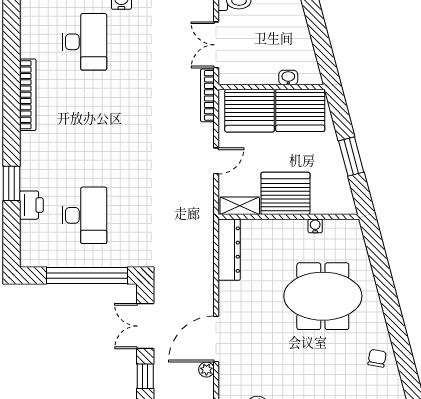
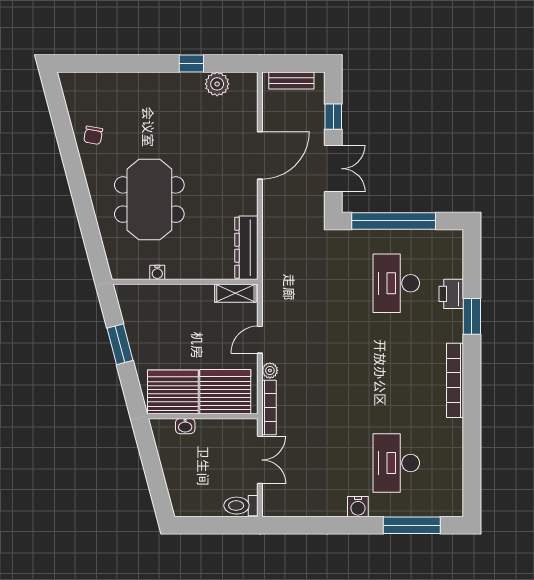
bookcase: (28, 95) -> (455, 380), moved
server rack: (285, 193) -> (188, 306), removed
meeting table: (323, 296) -> (149, 200), turned 90
plant: (206, 370) -> (270, 370), moved

